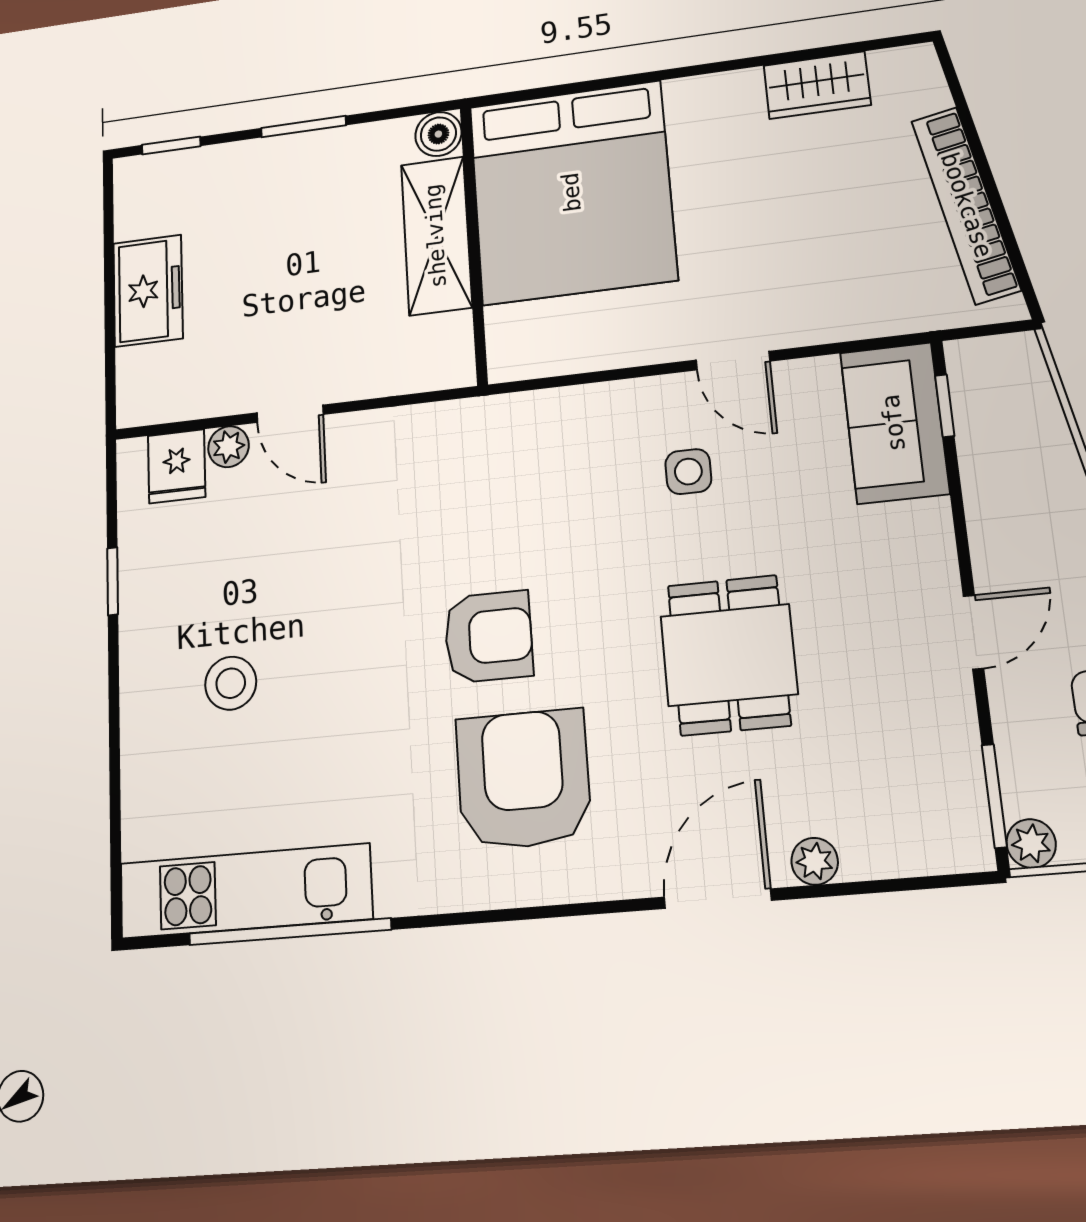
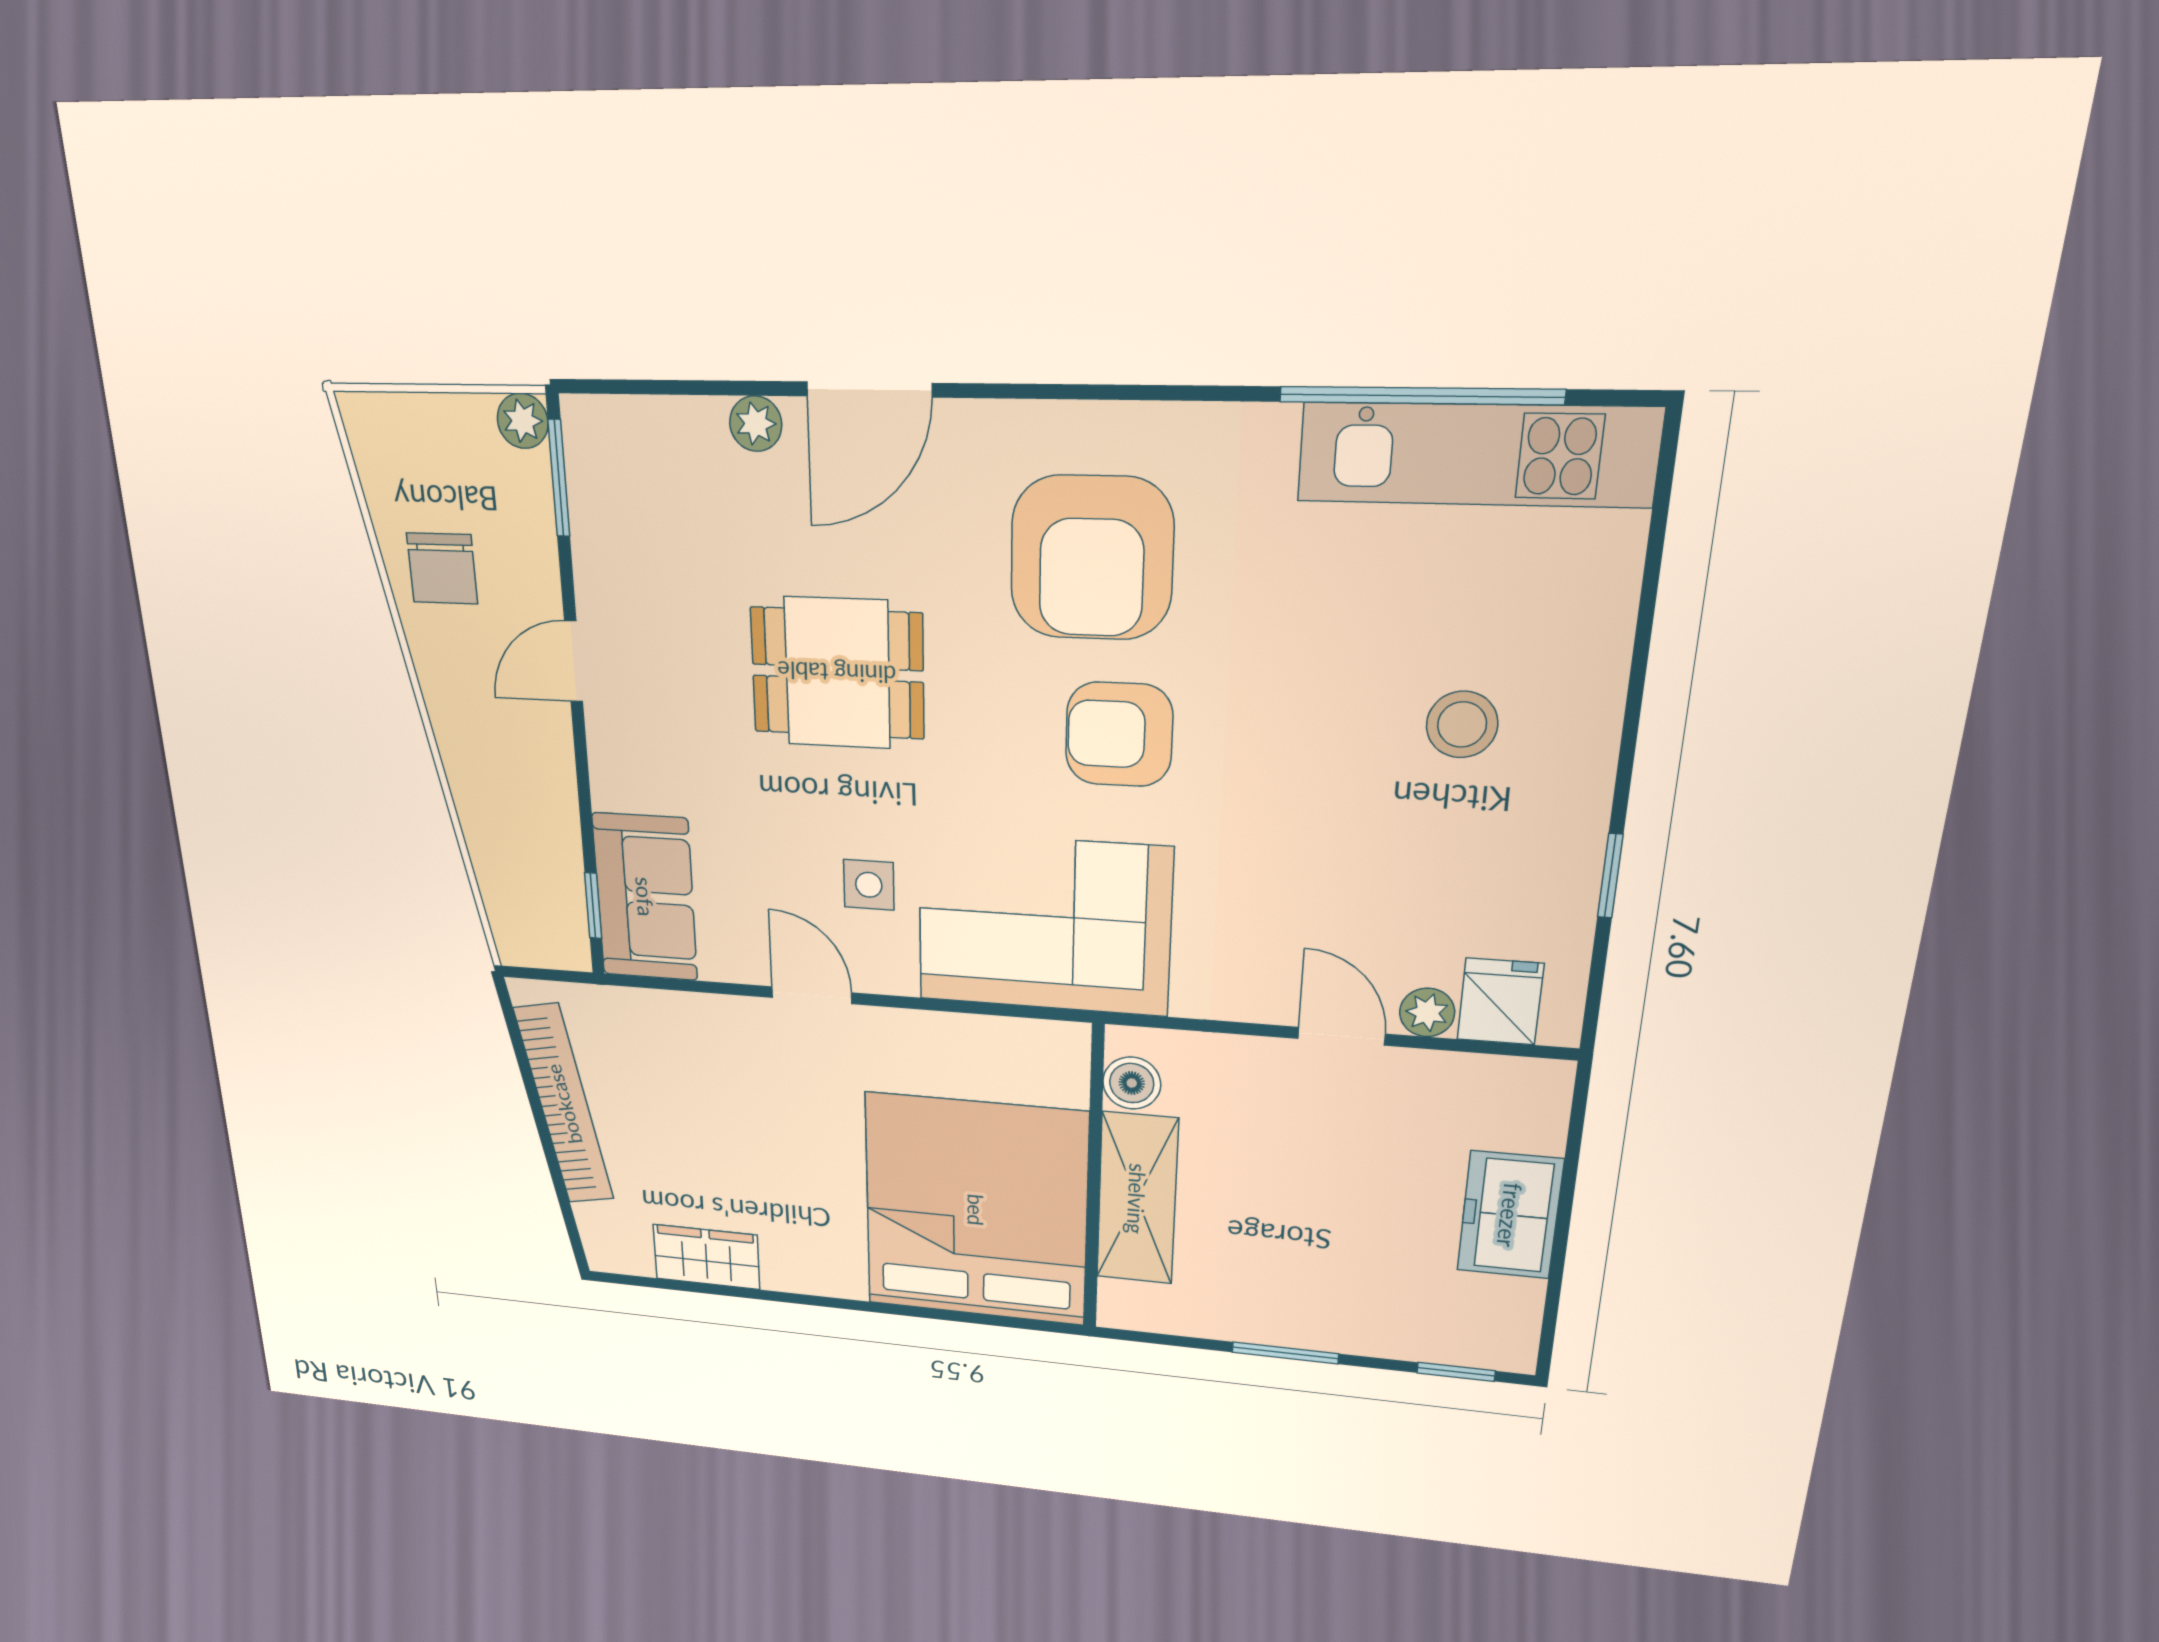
boiler: (438, 134) -> (1132, 1083), moved
corner sofa: (535, 464) -> (1044, 924), added
dining table: (729, 655) -> (837, 673), turned 90

